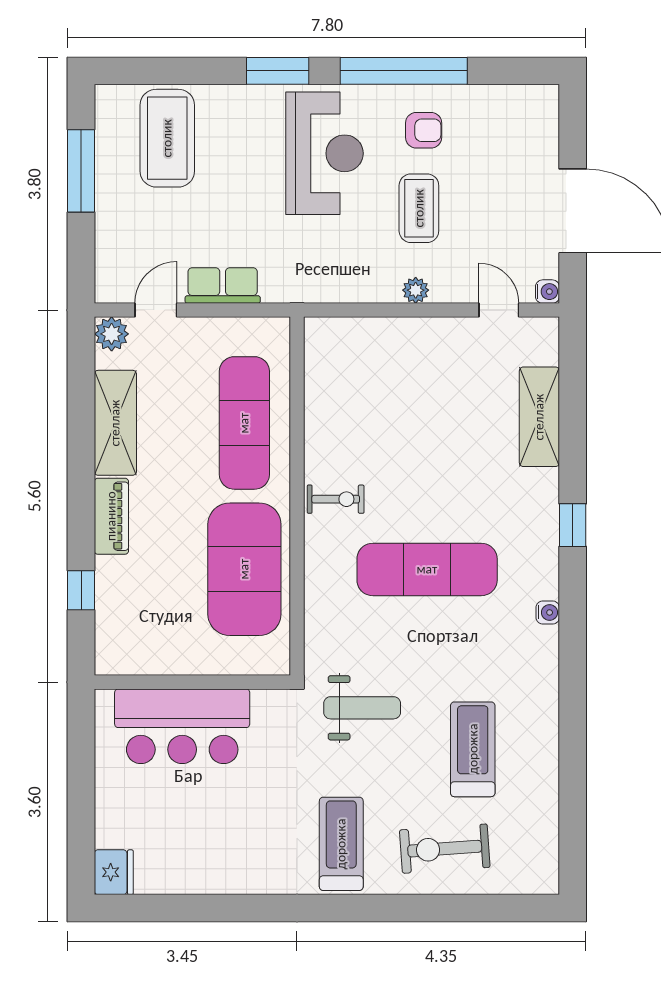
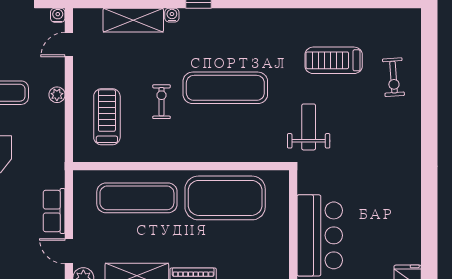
exercise bike: (336, 499) -> (161, 102), moved
exercise mat: (427, 569) -> (225, 88), turned 90
water cooler: (548, 612) -> (172, 15), moved
treadmill: (341, 844) -> (107, 117), moved, turned 90
exercise bike: (445, 849) -> (393, 77), width x0.73, depth x0.72

